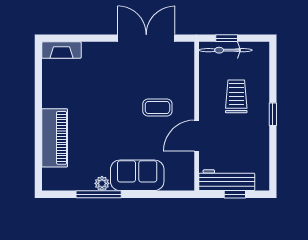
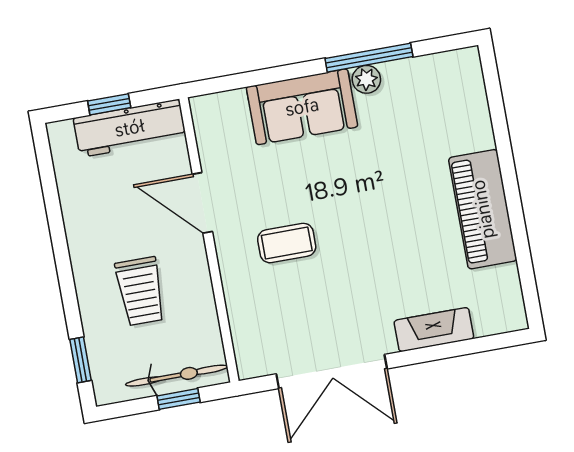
fireplace: (61, 50) -> (434, 330), moved
window: (273, 114) -> (81, 360), moved
door: (197, 136) -> (202, 203), swing flipped
piano: (55, 138) -> (483, 209), moved

